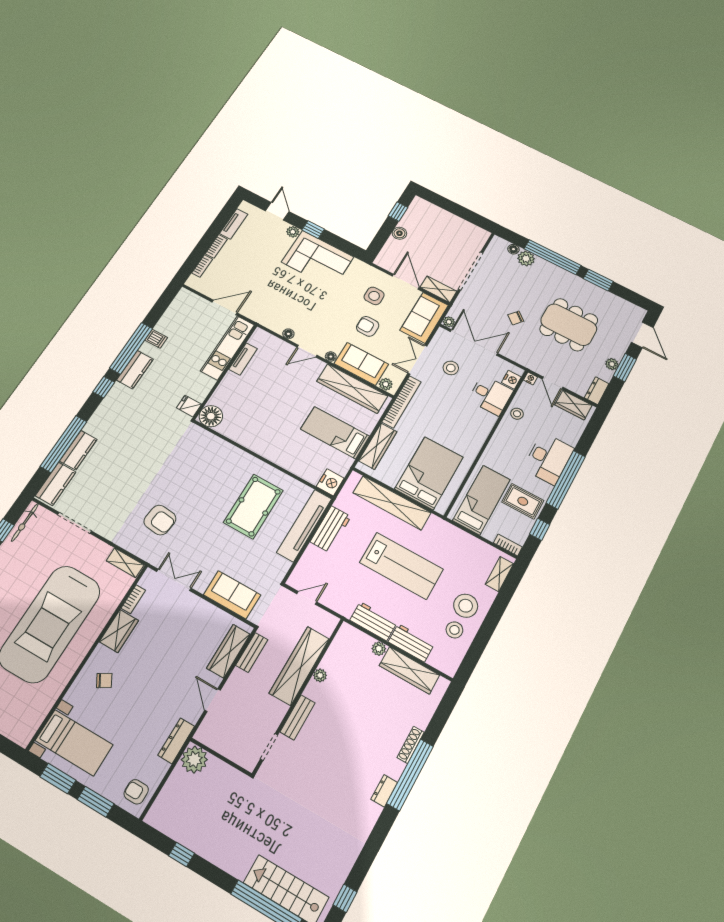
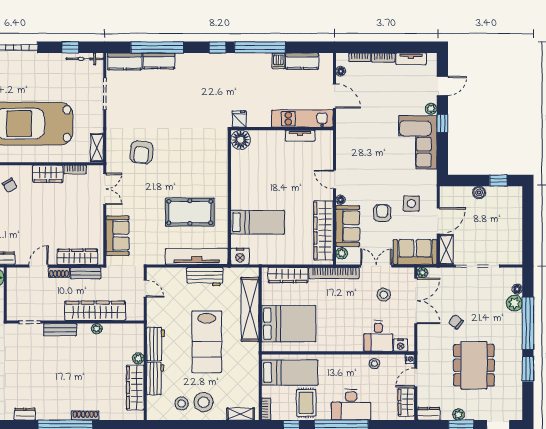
floor lamp: (288, 334) -> (341, 71), moved
kitchen counter: (135, 370) -> (302, 61), moved
bed: (335, 433) -> (258, 222), moved, turned 90
shoe rack: (233, 681) -> (59, 272), added
dresser: (384, 791) -> (25, 414), moved

